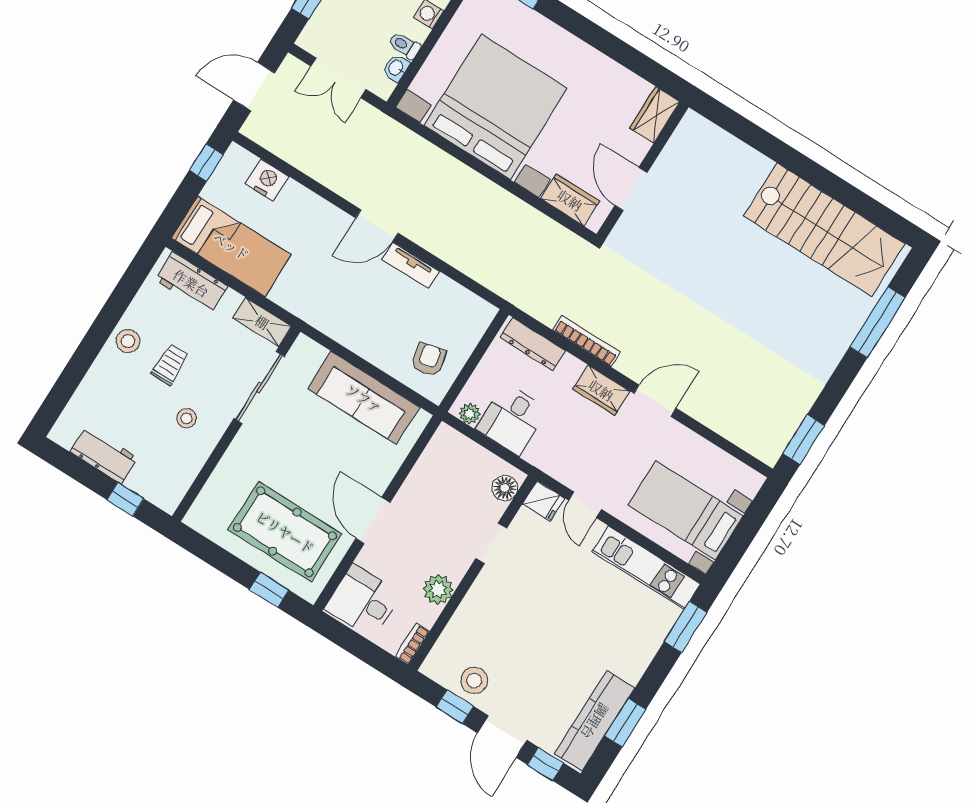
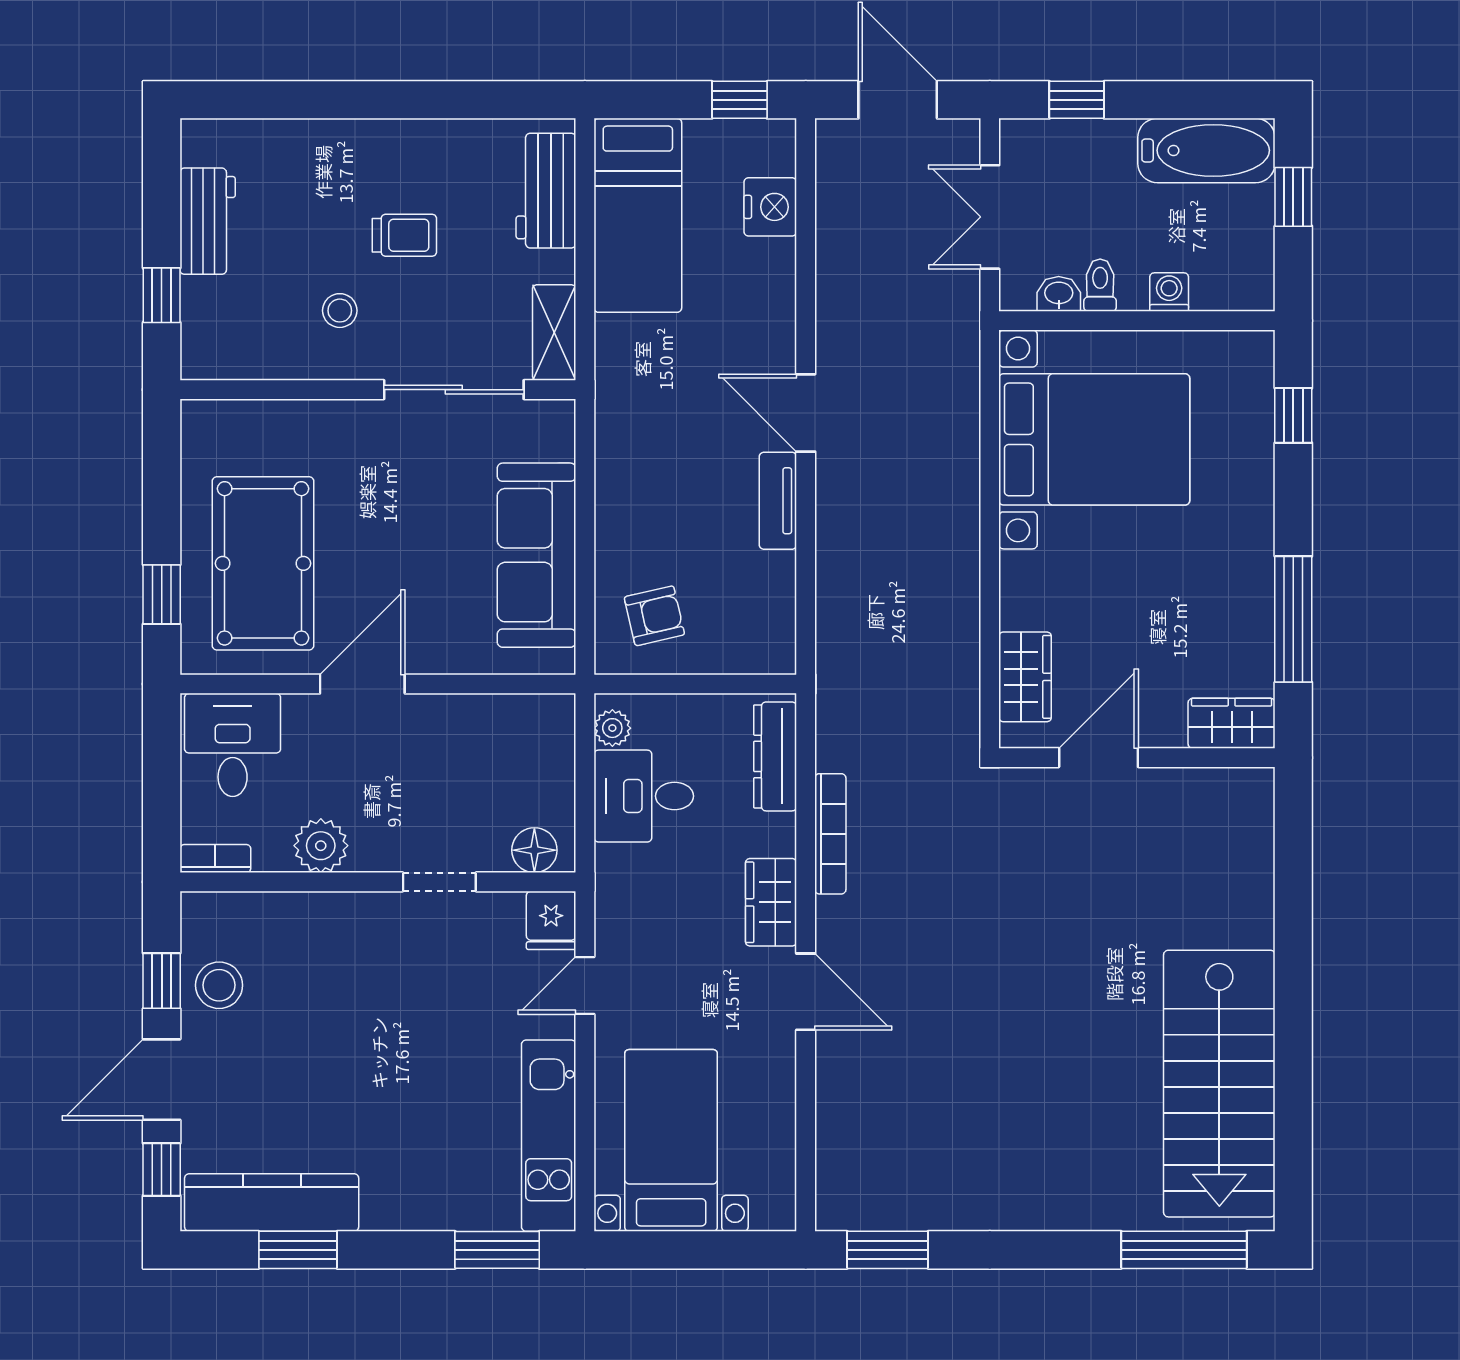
window: (623, 54) -> (1293, 619), added
bed with nightstands: (496, 107) -> (1094, 439), width x0.73
window: (878, 322) -> (1184, 1250), moved
stool: (128, 341) -> (400, 151), removed

